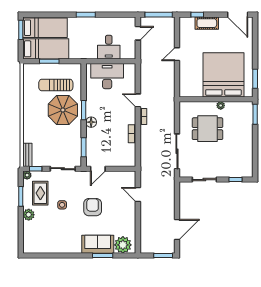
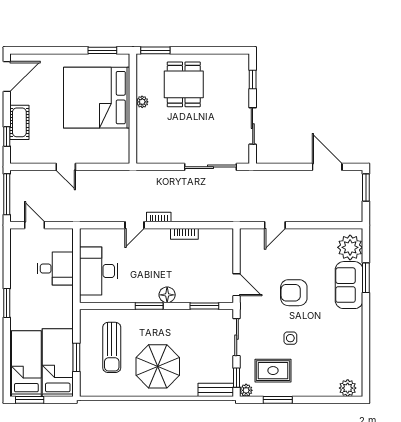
parasol: (63, 110) -> (158, 366), moved
dining table: (208, 129) -> (184, 84), moved
plant: (29, 215) -> (348, 388), moved

